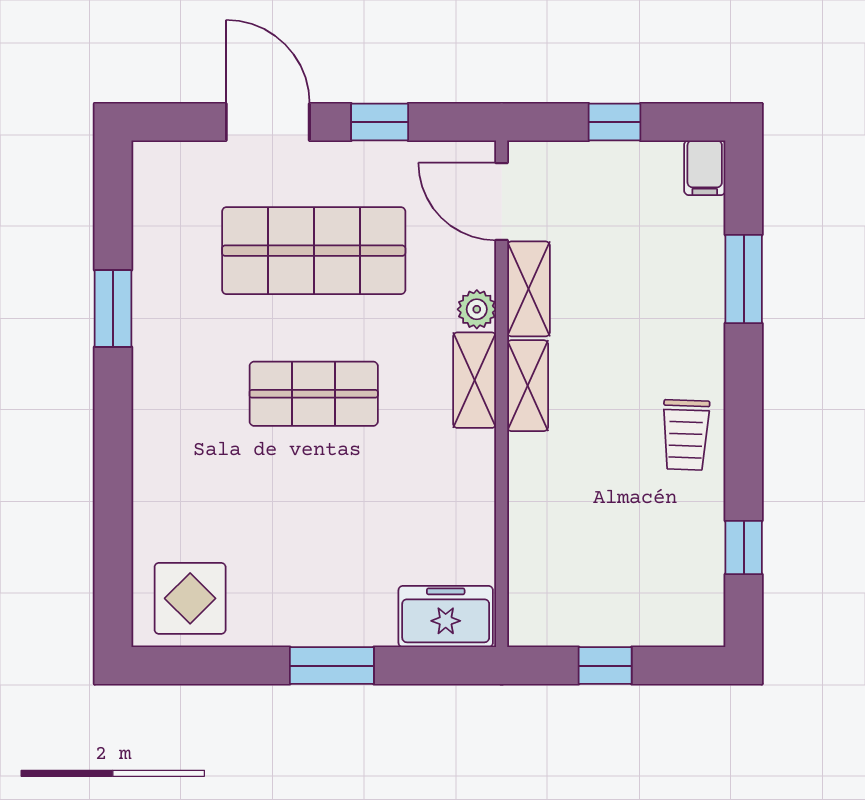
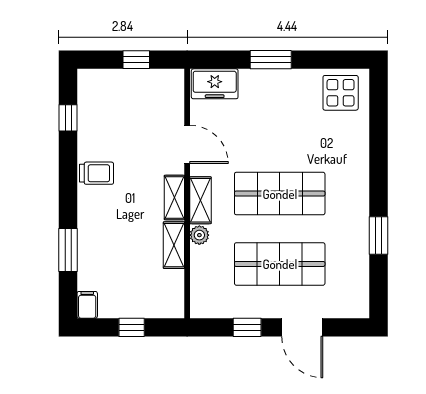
door: (502, 202) -> (187, 144), moved
shop shelf: (314, 394) -> (280, 194), width x1.43, depth x1.36
trolley: (686, 435) -> (97, 173), turned 88

